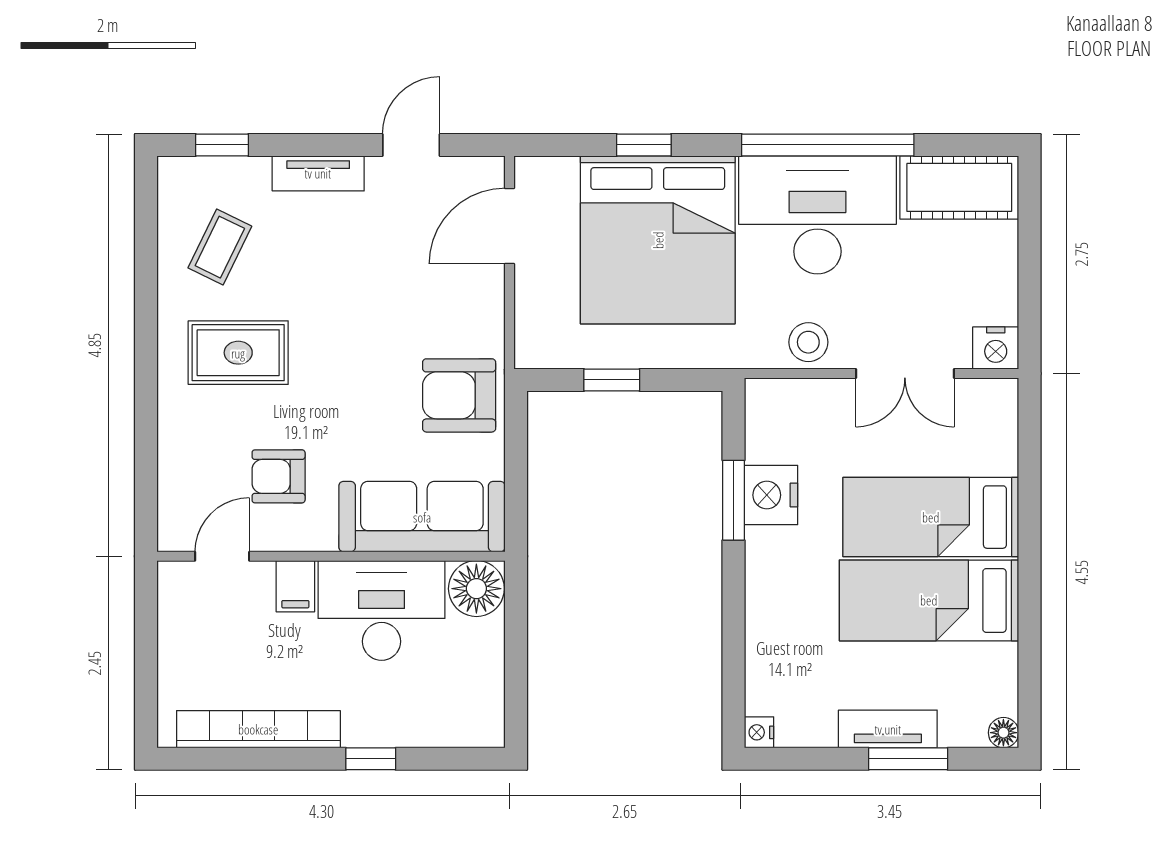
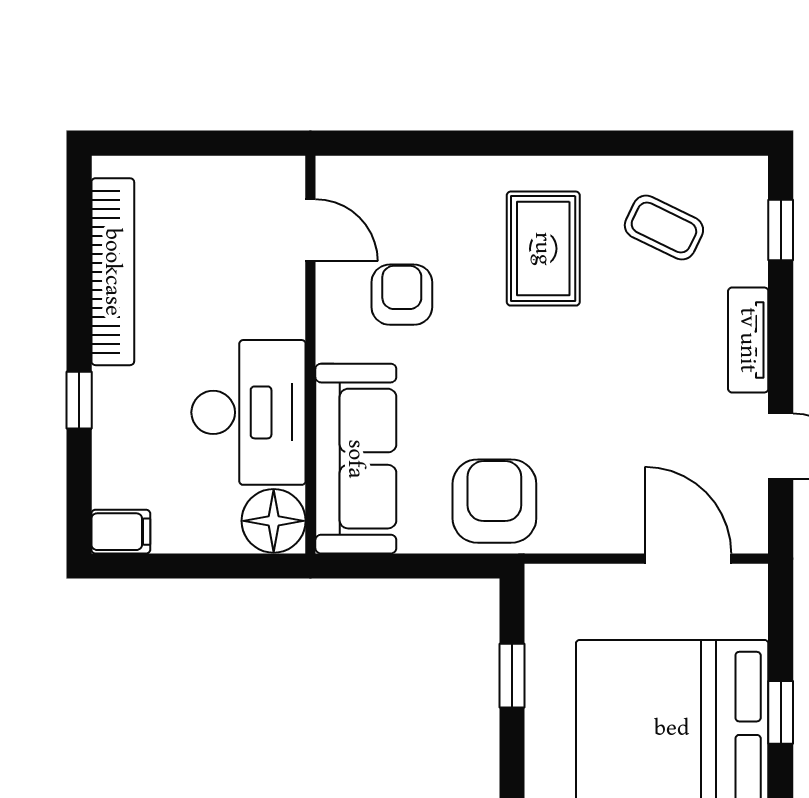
filing cabinet: (295, 586) -> (121, 532), moved, turned 180

